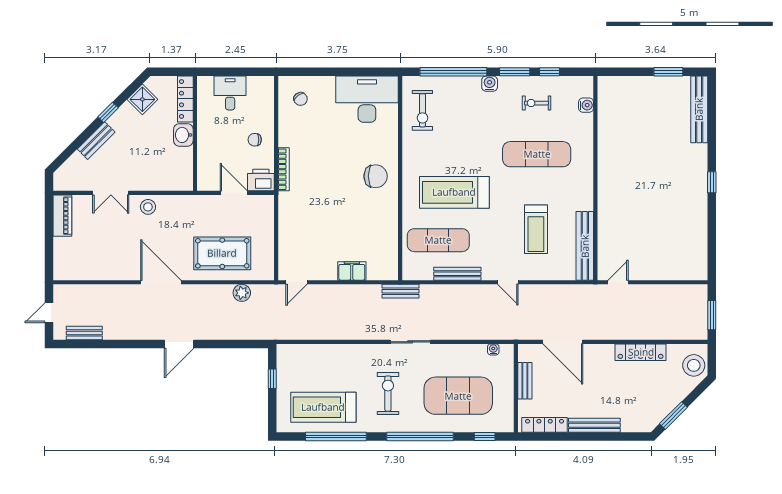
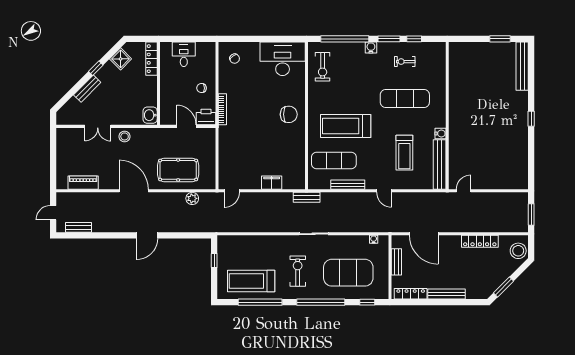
water cooler: (586, 105) -> (441, 133), moved
washbasin: (183, 135) -> (150, 115), moved
piano: (62, 216) -> (83, 183), moved, turned -90

